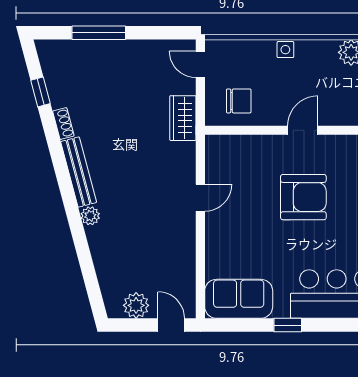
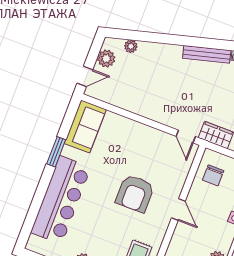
door: (200, 198) -> (186, 136), moved
plant: (90, 216) -> (131, 46), moved
window: (288, 325) -> (56, 152), width x1.50

